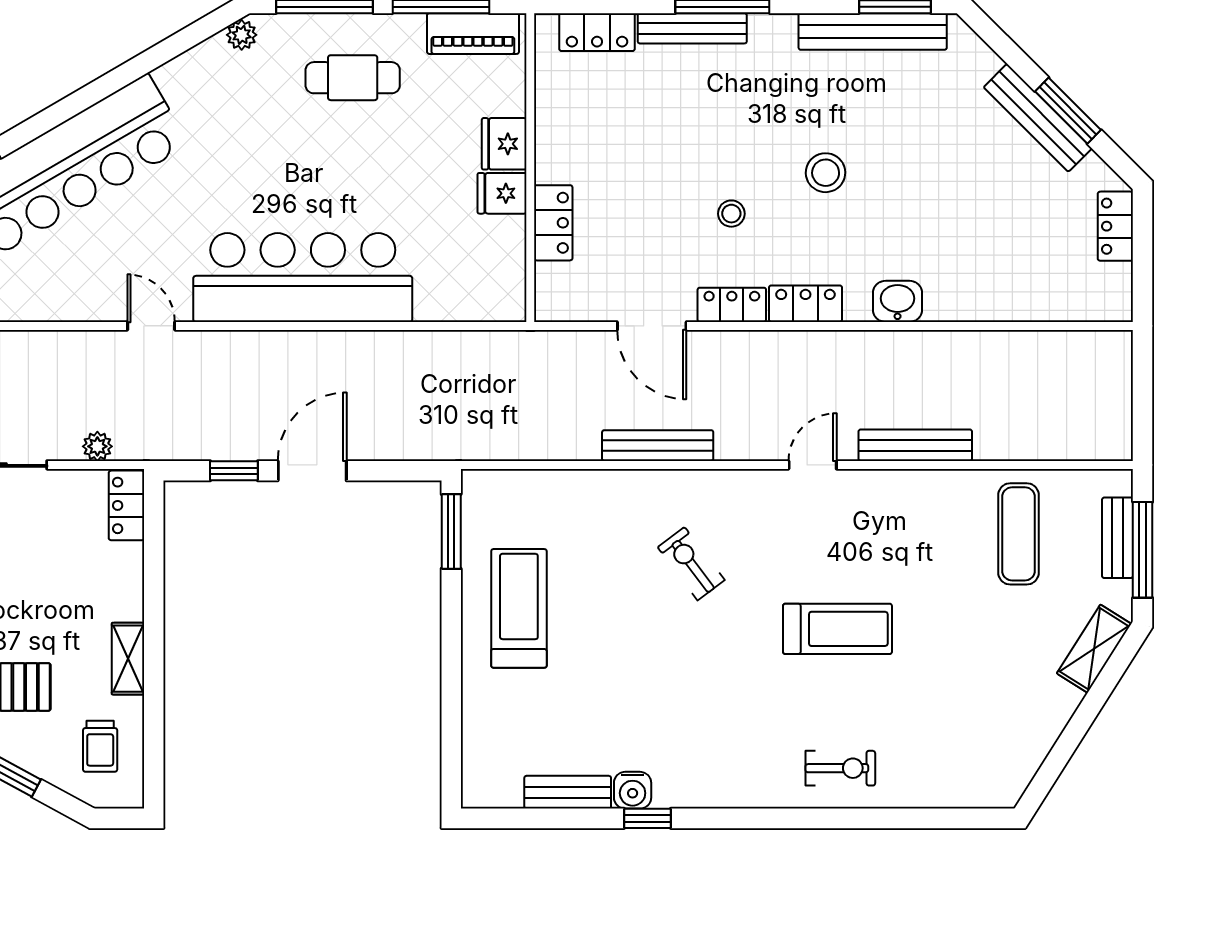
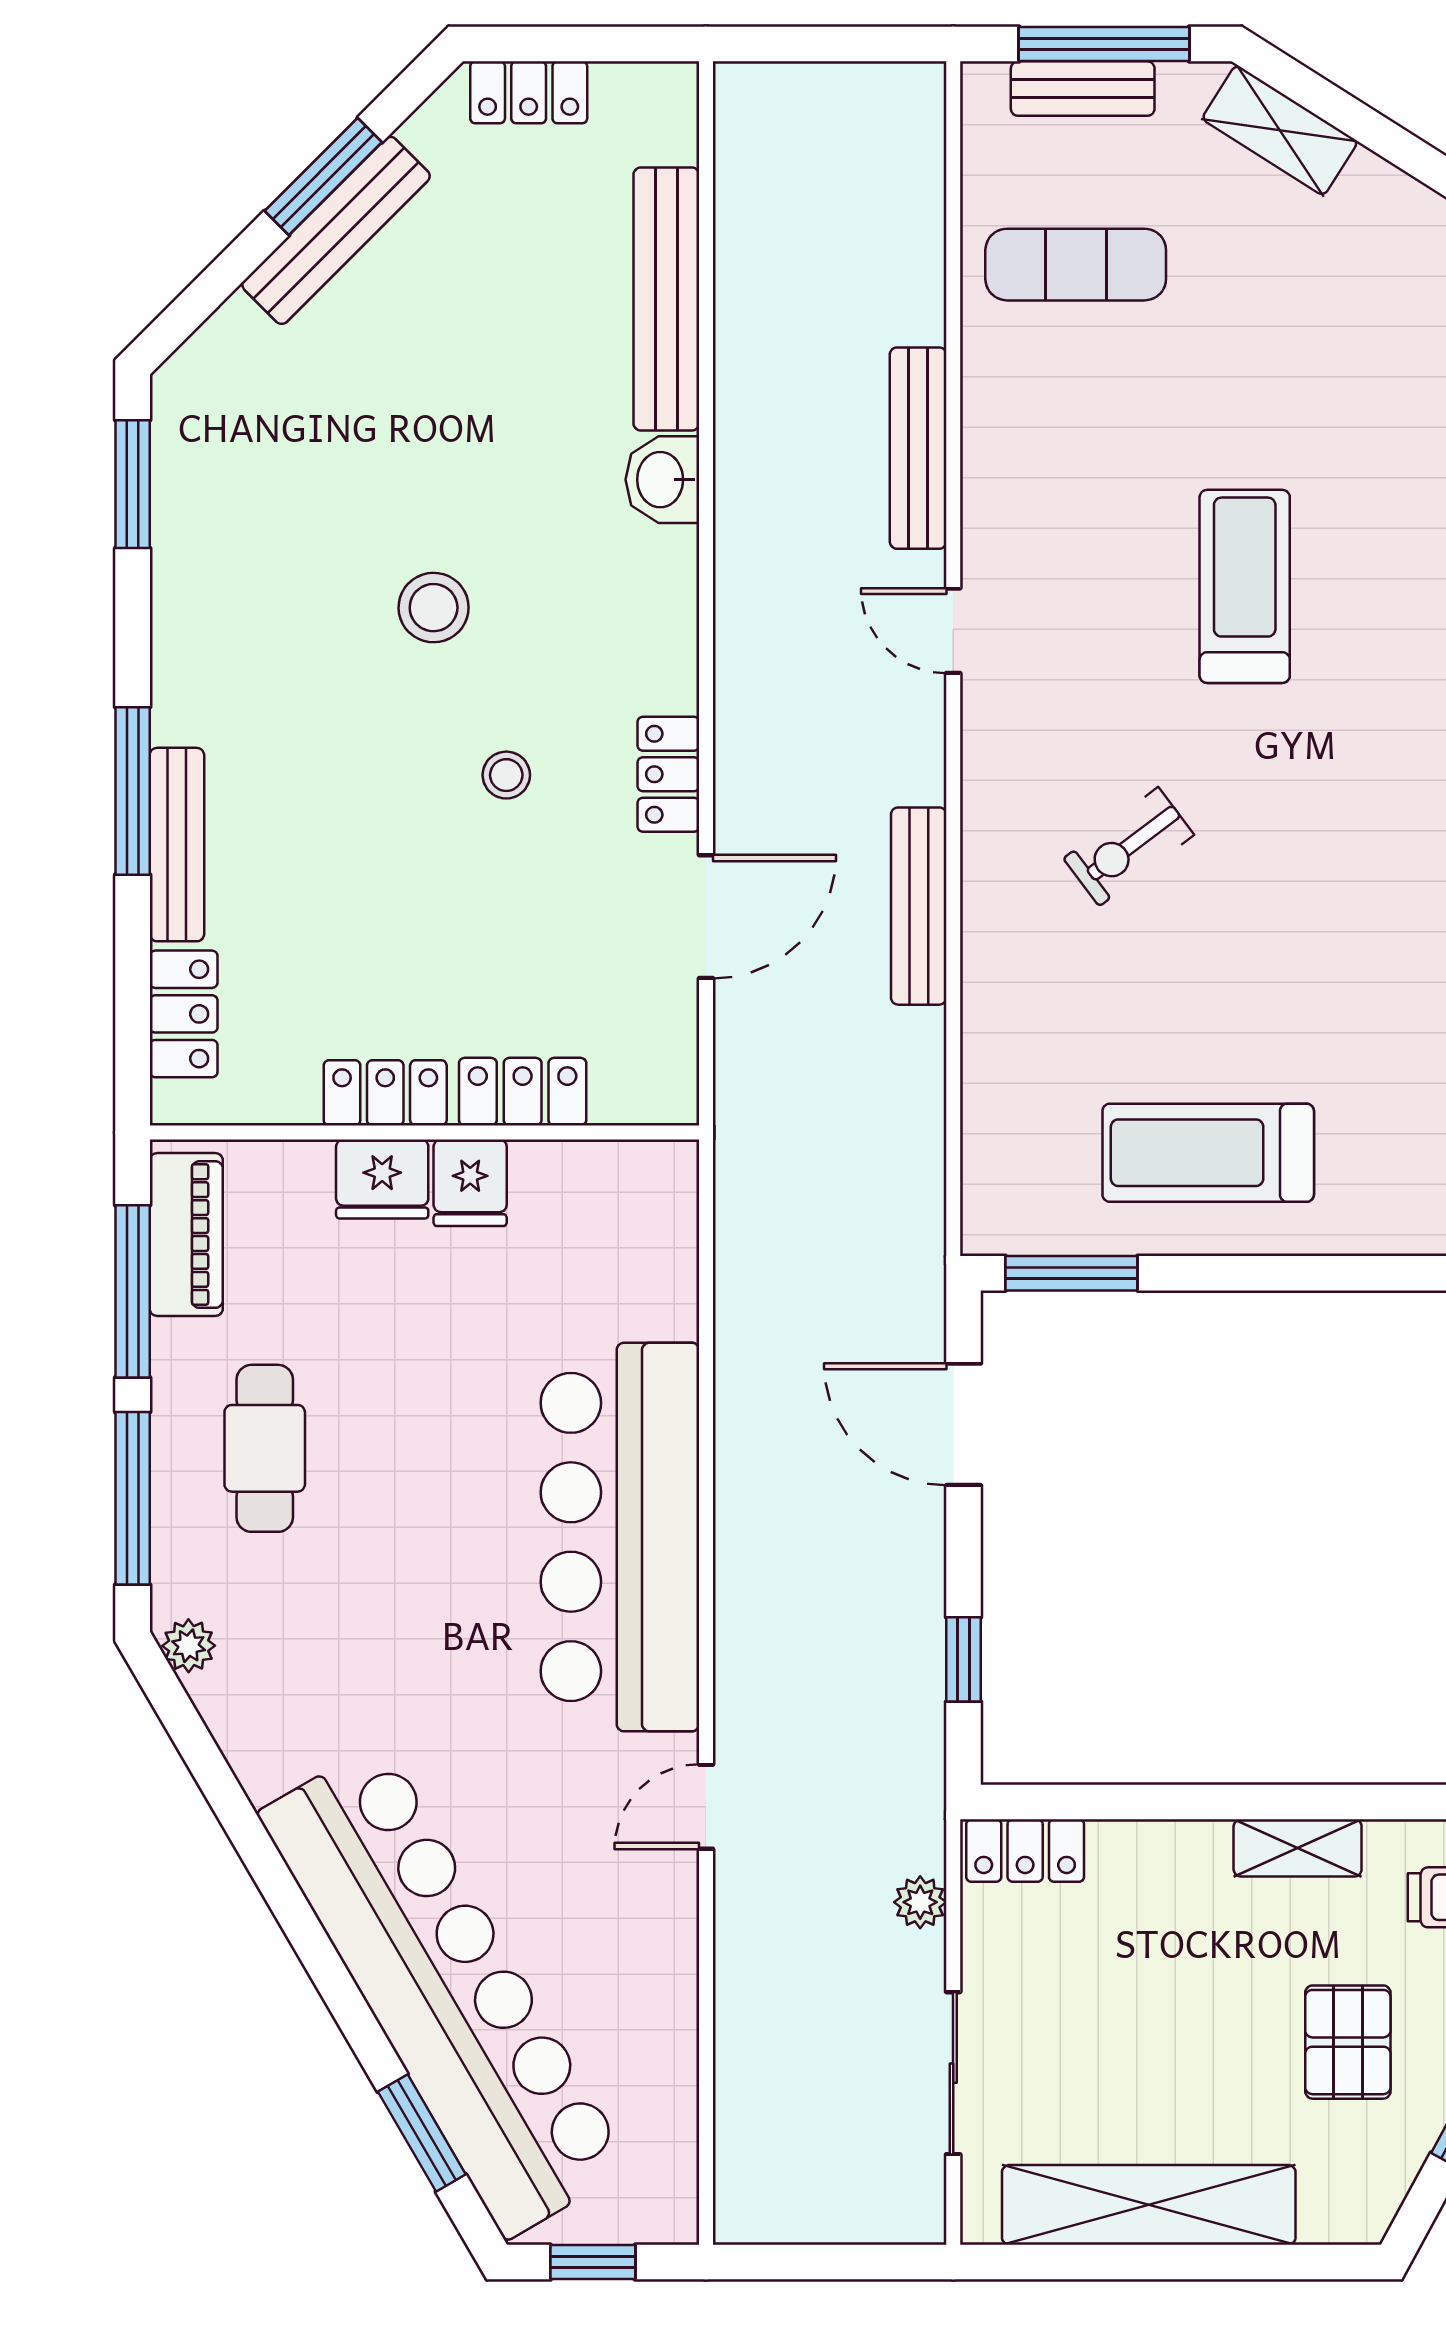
bench: (873, 31) -> (666, 299), moved
locker: (806, 304) -> (385, 1093), moved, turned 90
door: (312, 471) -> (964, 1424), moved

